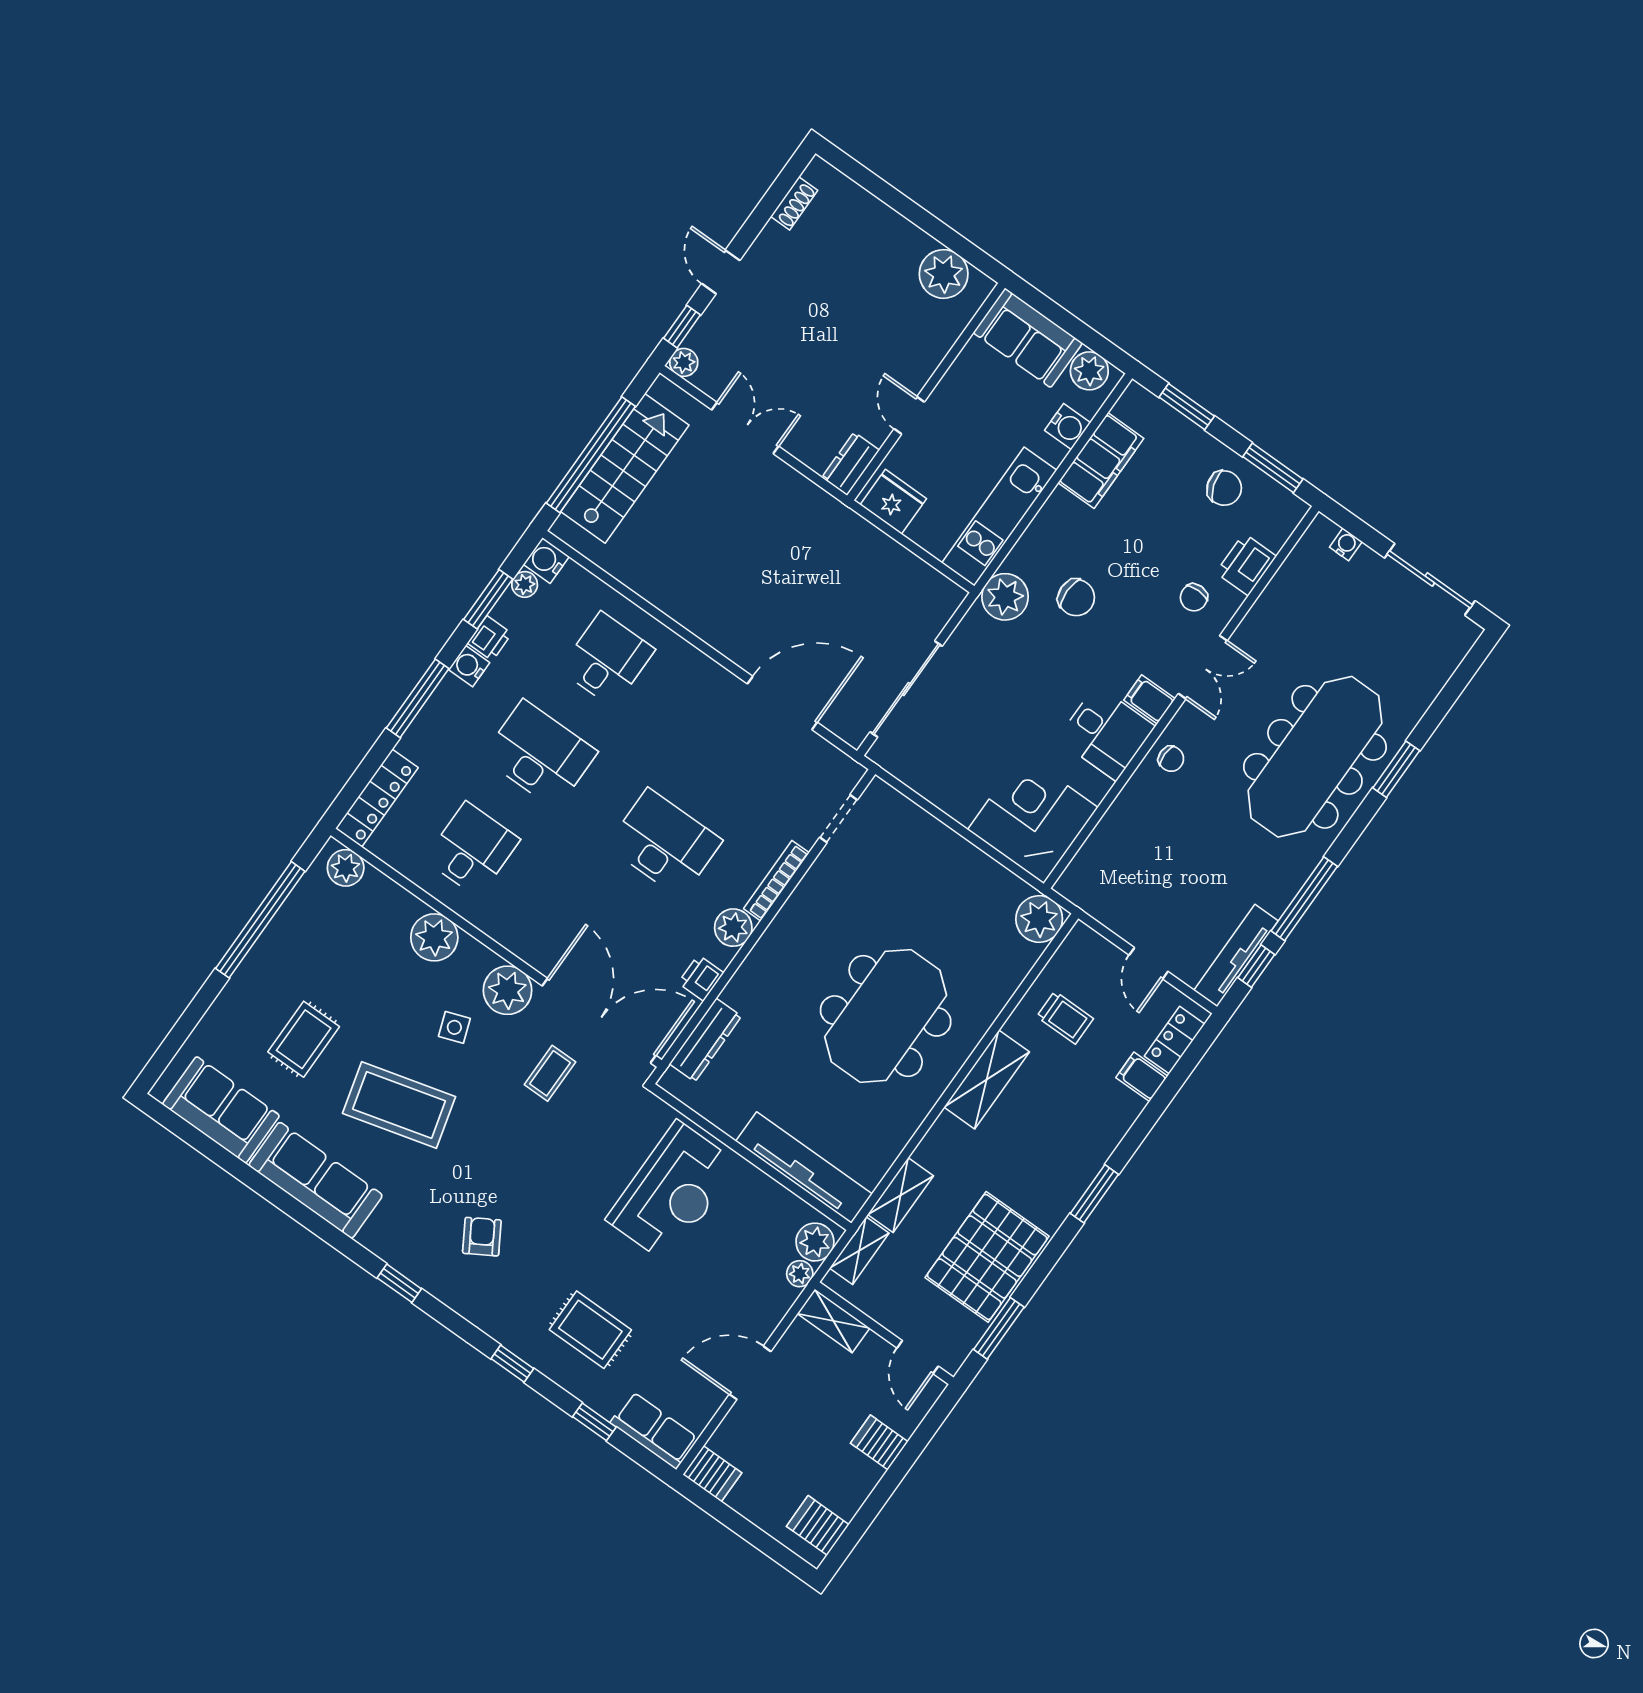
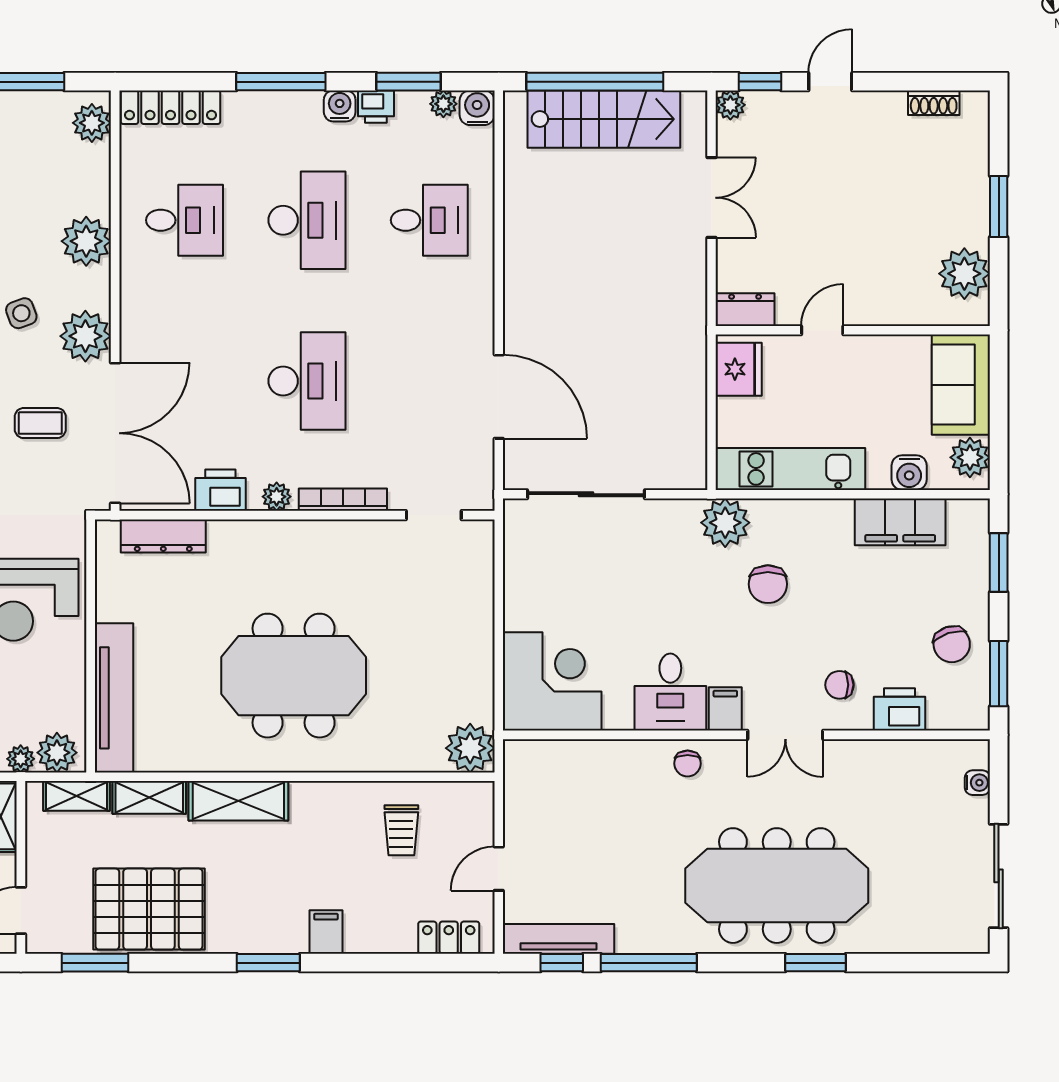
window: (910, 210) -> (999, 207), added
plant: (733, 928) -> (277, 497), width x0.73, depth x0.73
printer: (701, 978) -> (220, 490), width x1.36, depth x1.24
filing cabinet: (1142, 1077) -> (326, 932), moved
shelving: (987, 1080) -> (238, 801), moved

